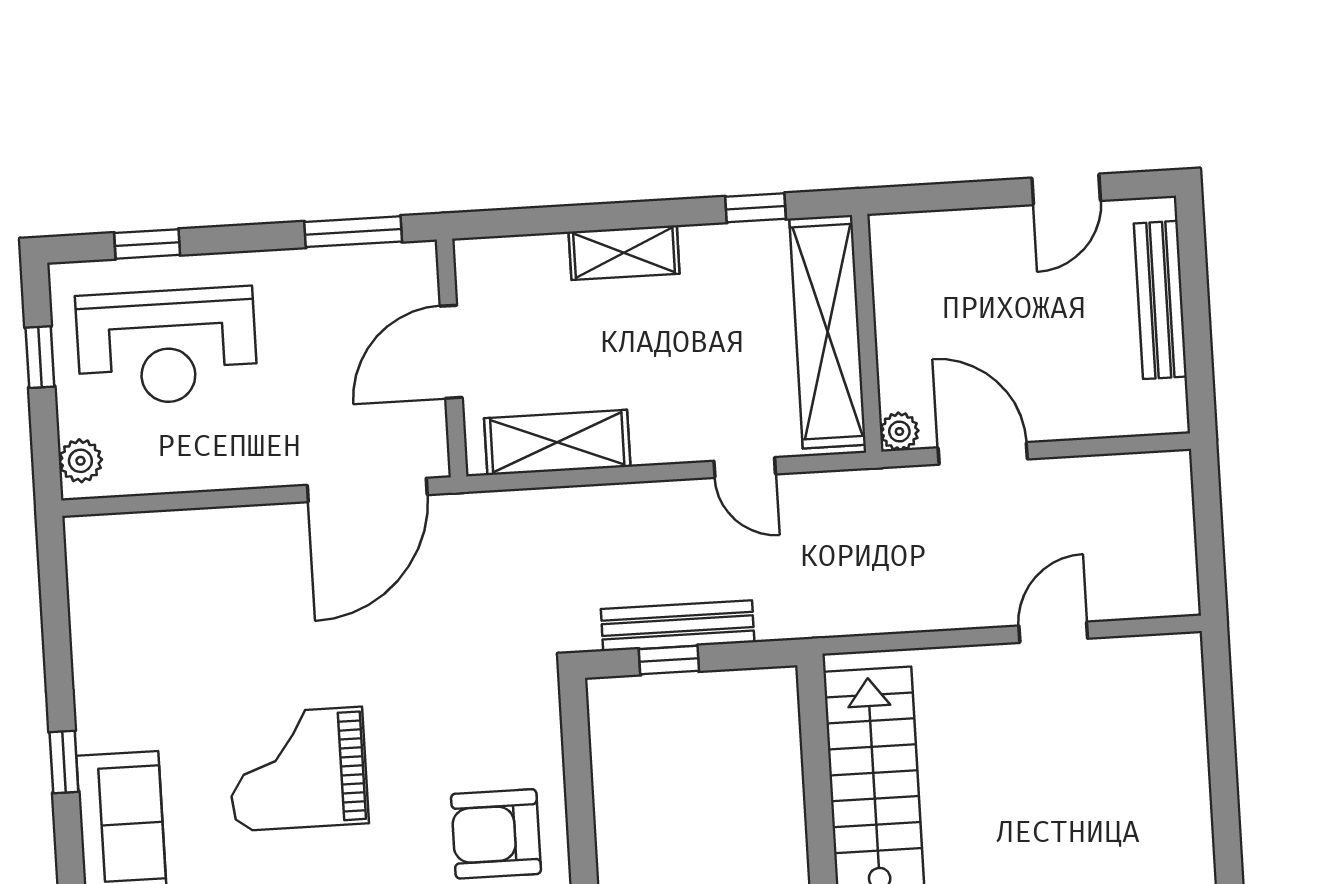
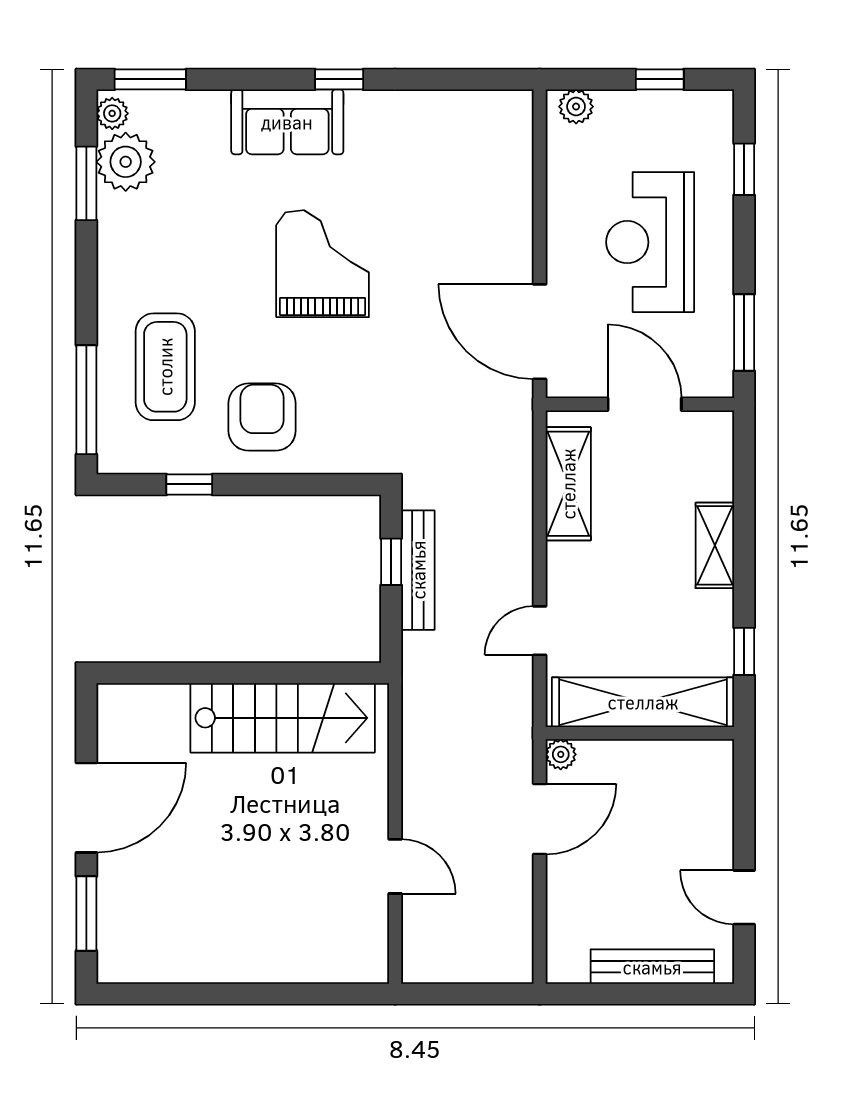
reception desk: (167, 346) -> (650, 242), moved

